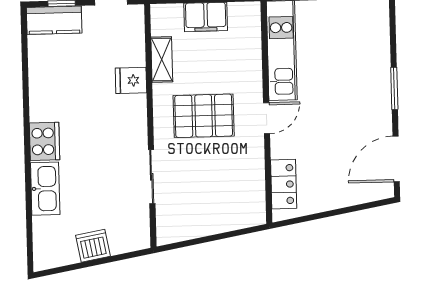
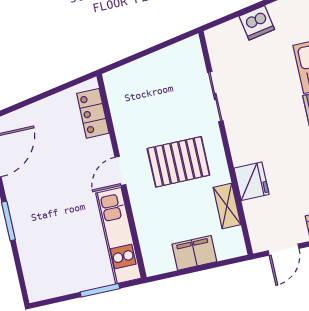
fridge: (131, 80) -> (252, 181), width x1.38

